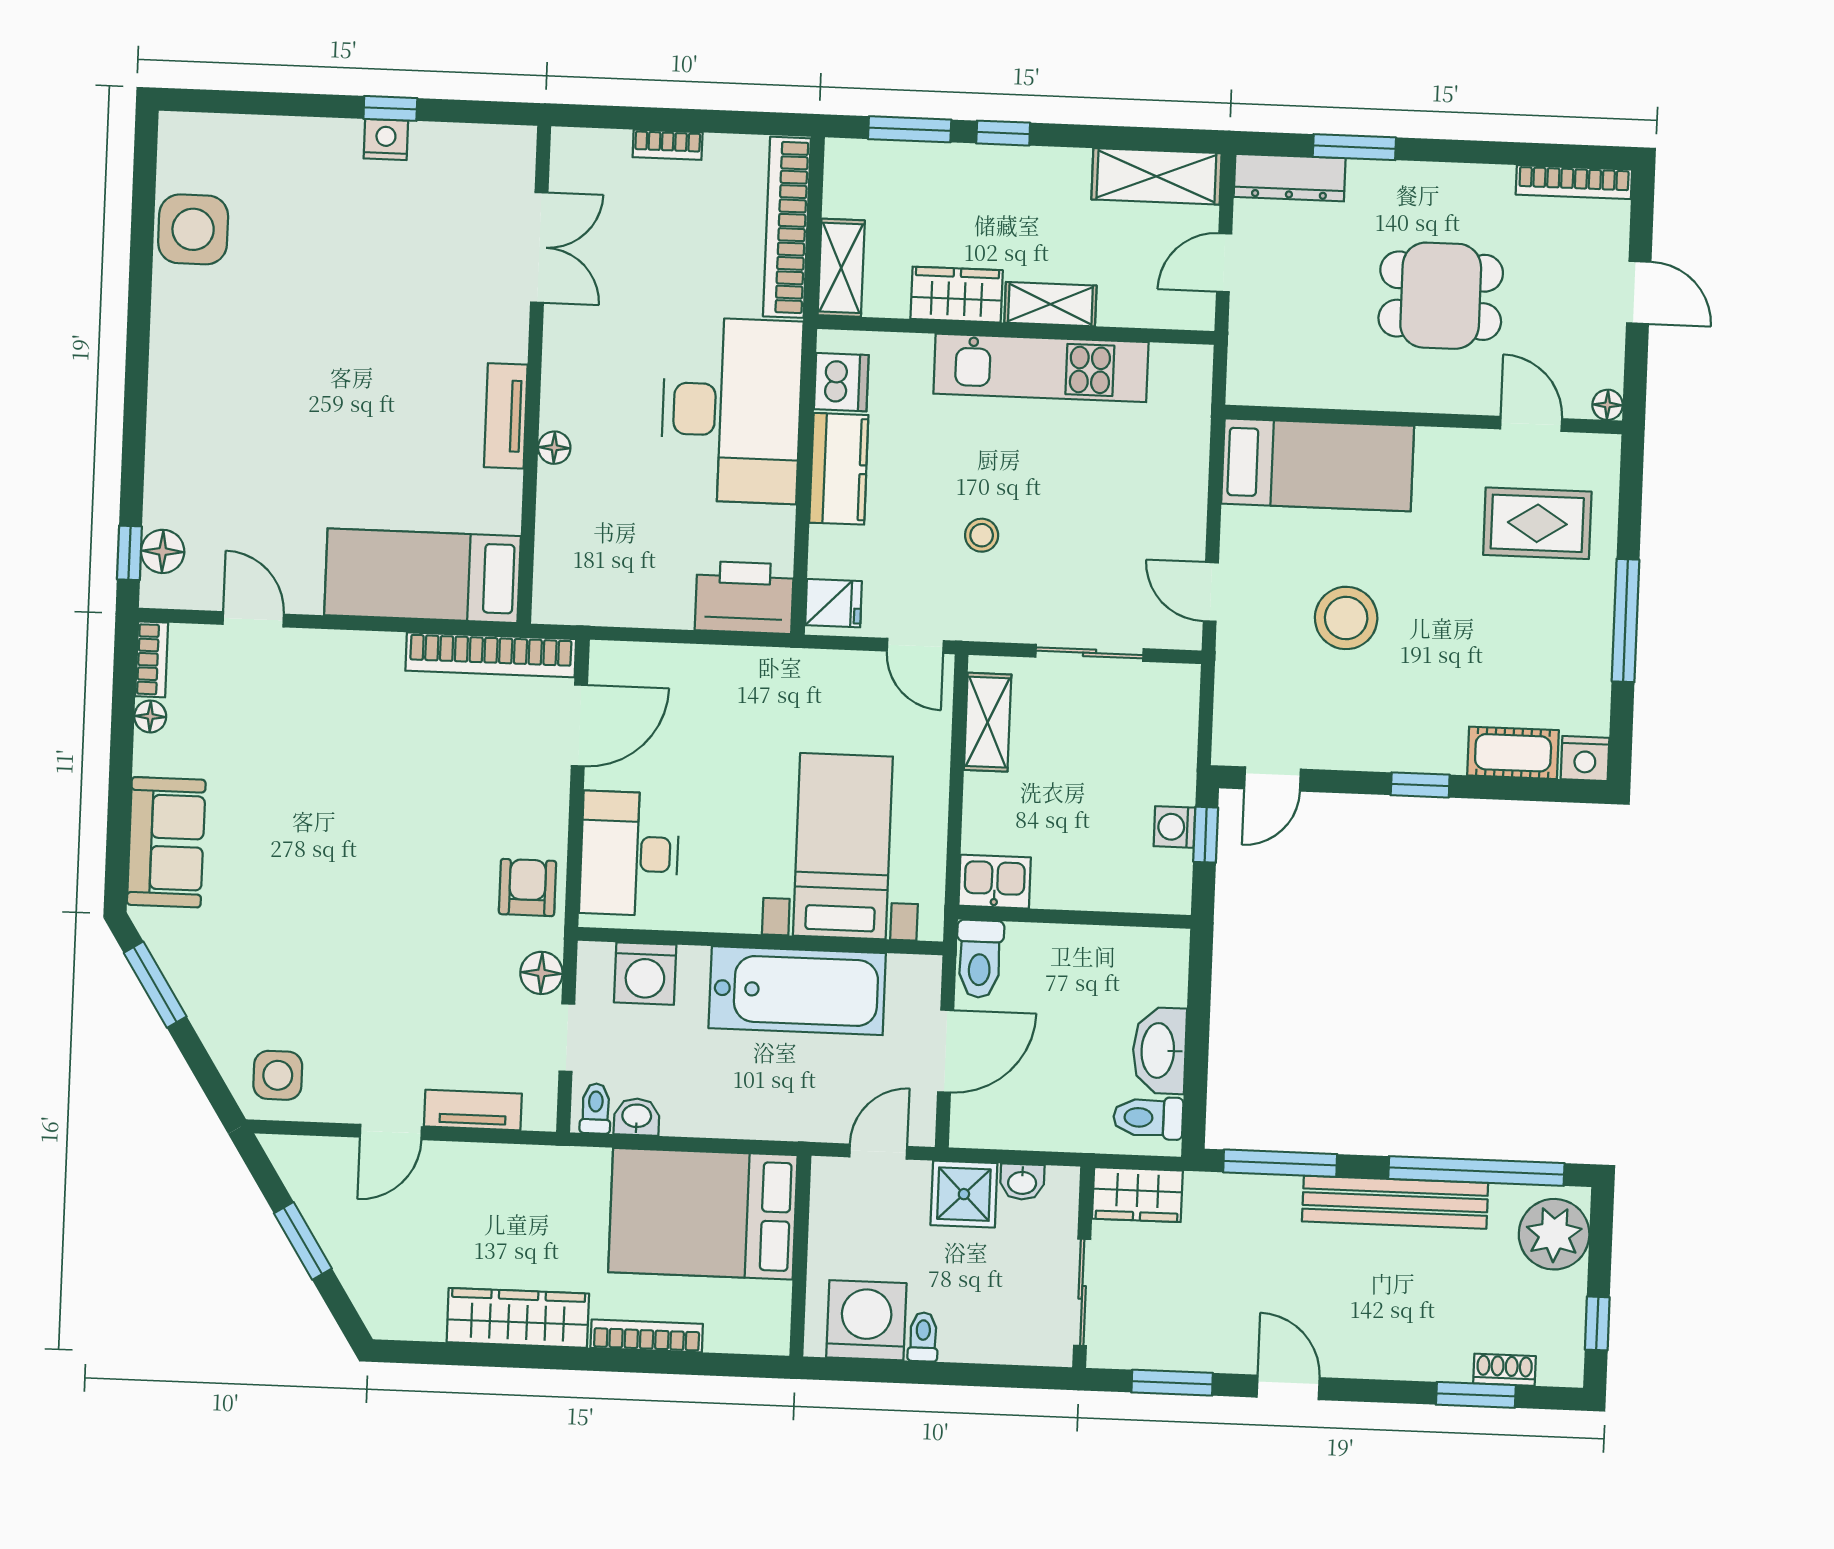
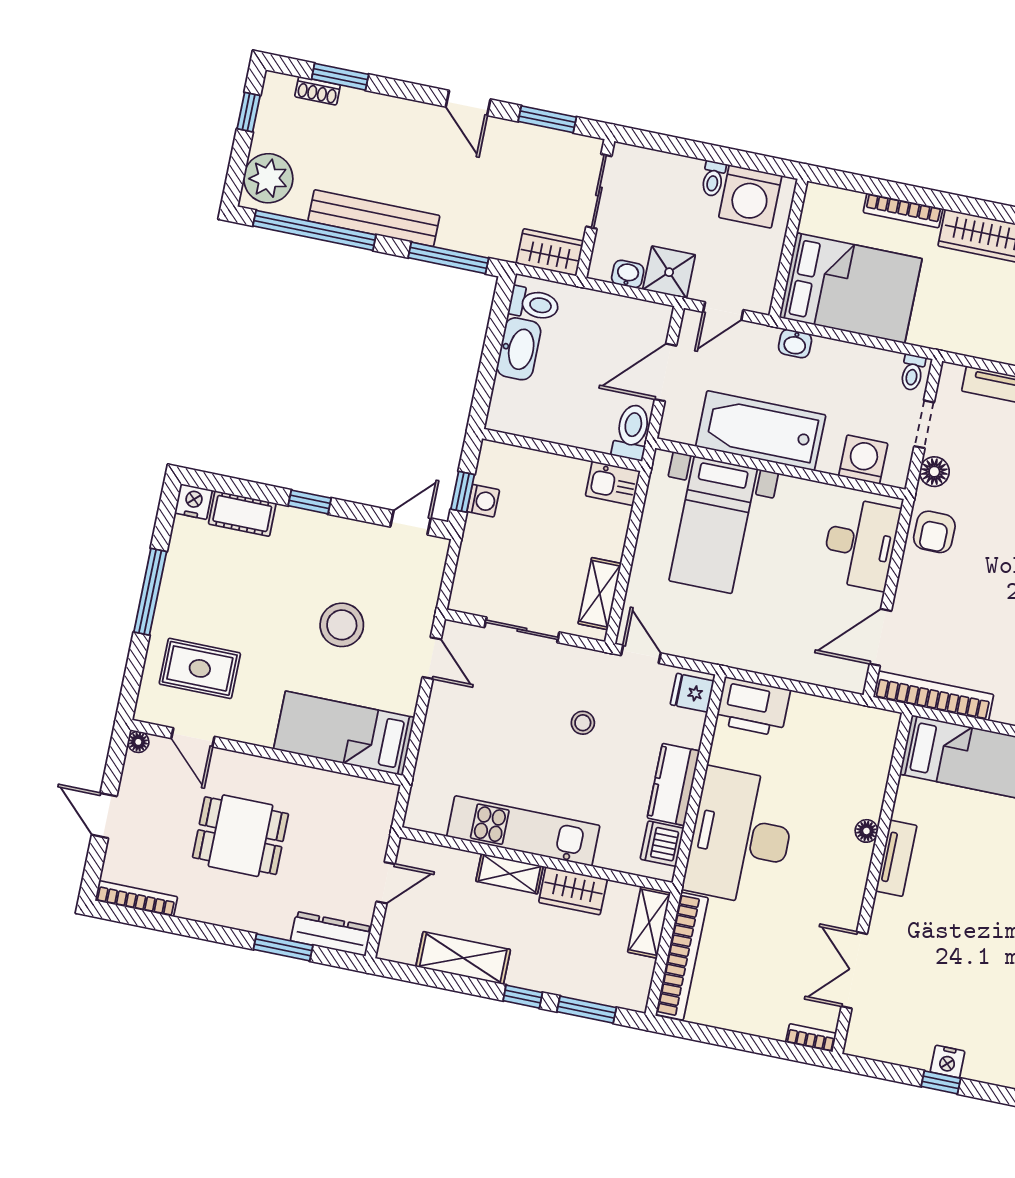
bookcase: (668, 145) -> (811, 1038), moved
shelving: (1156, 176) -> (463, 958), moved
washbasin: (637, 1117) -> (795, 344), moved

